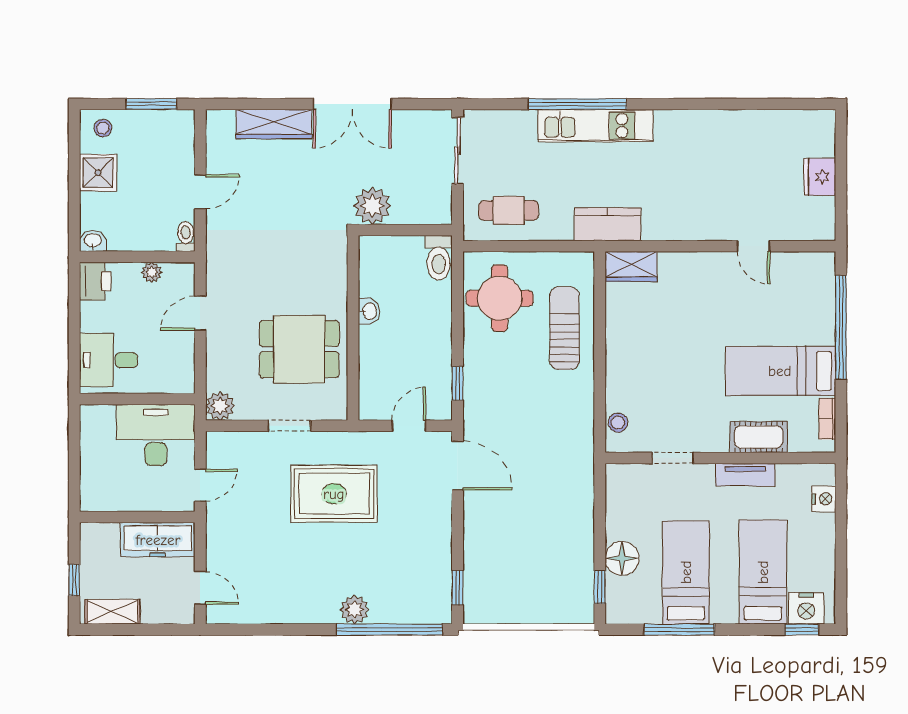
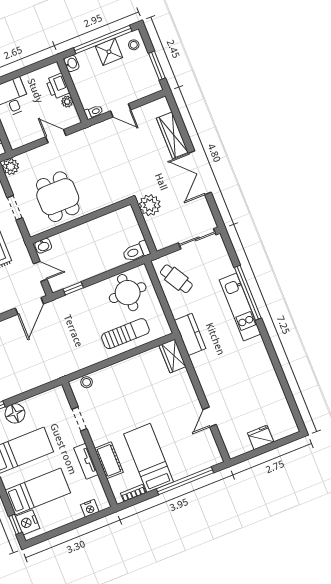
window: (74, 175) -> (103, 39), added
cafe table: (509, 210) -> (176, 279), turned -30
printer: (95, 281) -> (58, 86), moved, turned 90
washbasin: (369, 311) -> (43, 246), moved

